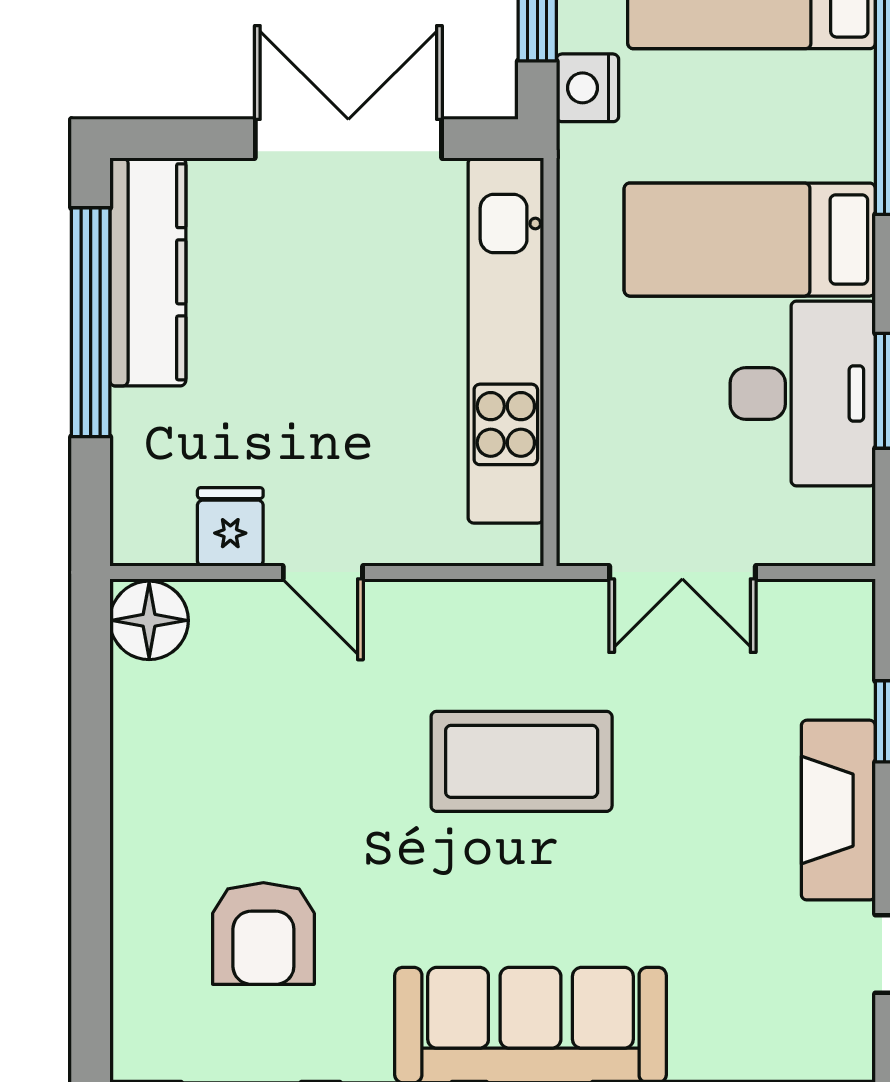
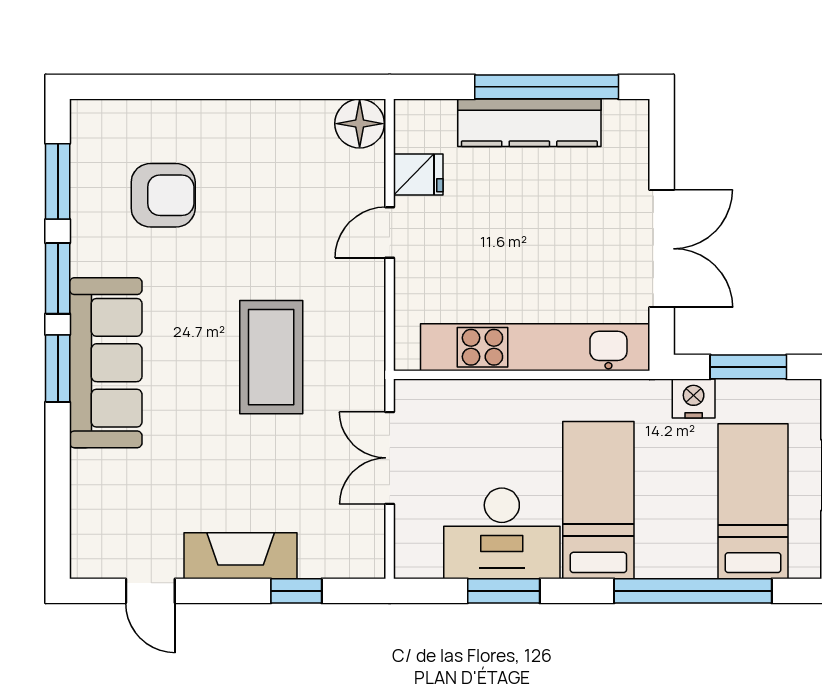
kitchen counter: (148, 272) -> (529, 123), moved
armchair: (263, 934) -> (163, 195), turned 180

